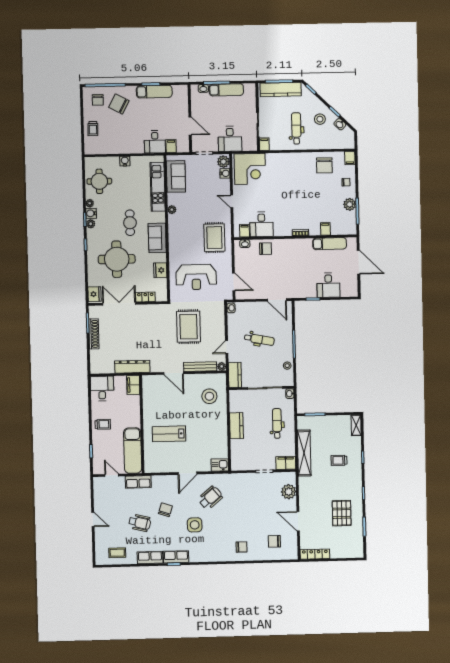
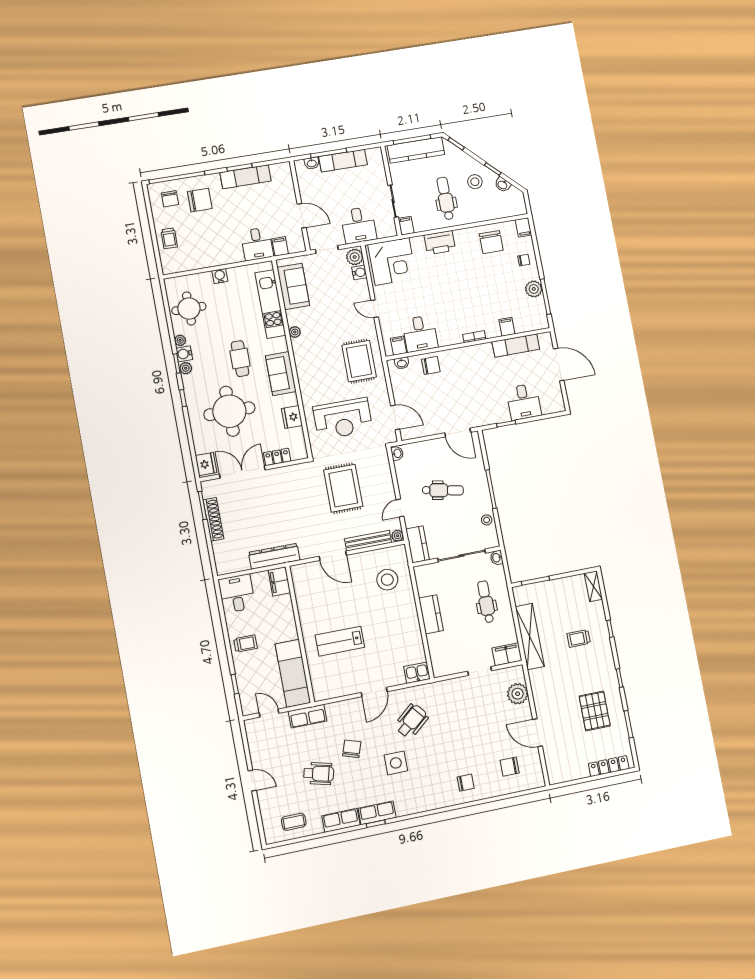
chair: (119, 104) -> (200, 200), turned 152
printer: (287, 160) -> (440, 243), added
locker: (315, 554) -> (609, 766), moved

